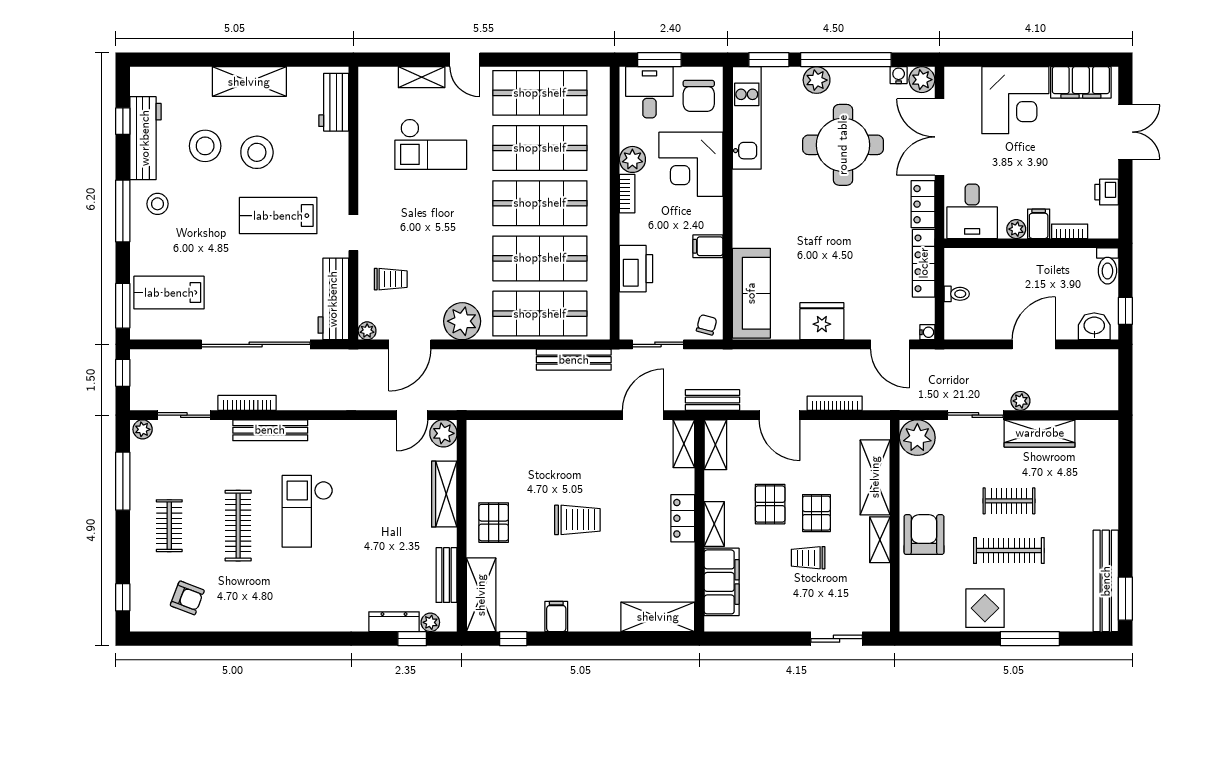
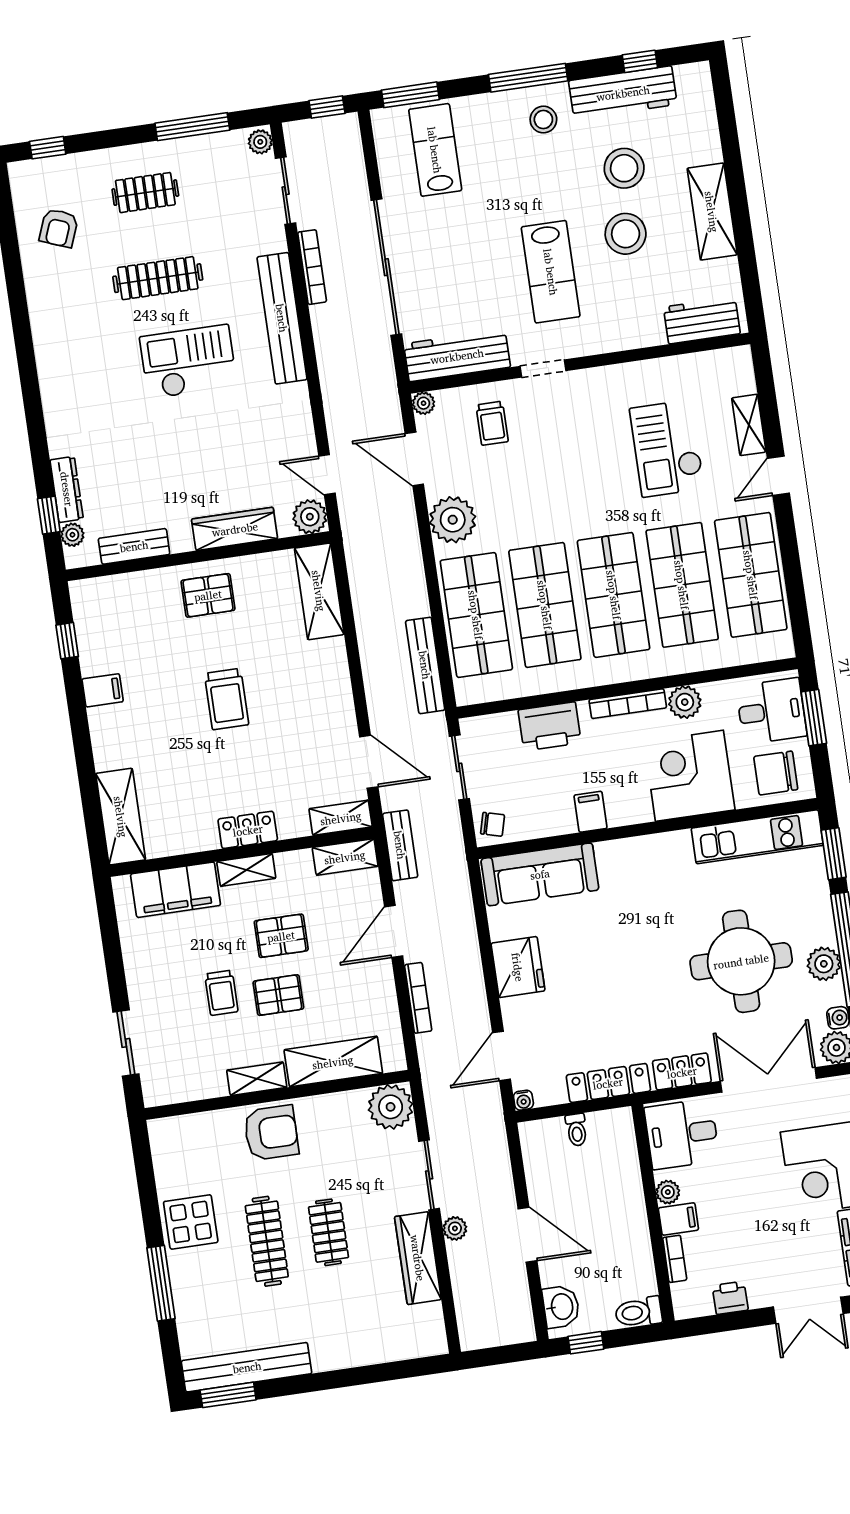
plant: (817, 80) -> (824, 964), moved
bookcase: (627, 194) -> (628, 704), width x1.56
lab bench: (278, 216) -> (551, 272), turned 180
bench: (270, 430) -> (282, 318), width x1.37, depth x1.21
trolley: (808, 558) -> (221, 993), turned 180
shelving: (481, 595) -> (319, 591), moved, turned 90

